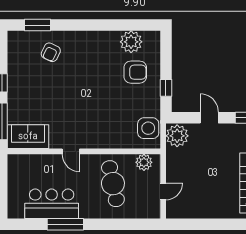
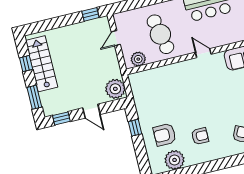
armchair: (97, 61) -> (200, 136), added
side table: (148, 128) -> (142, 89), removed
window: (184, 224) -> (90, 14), added

